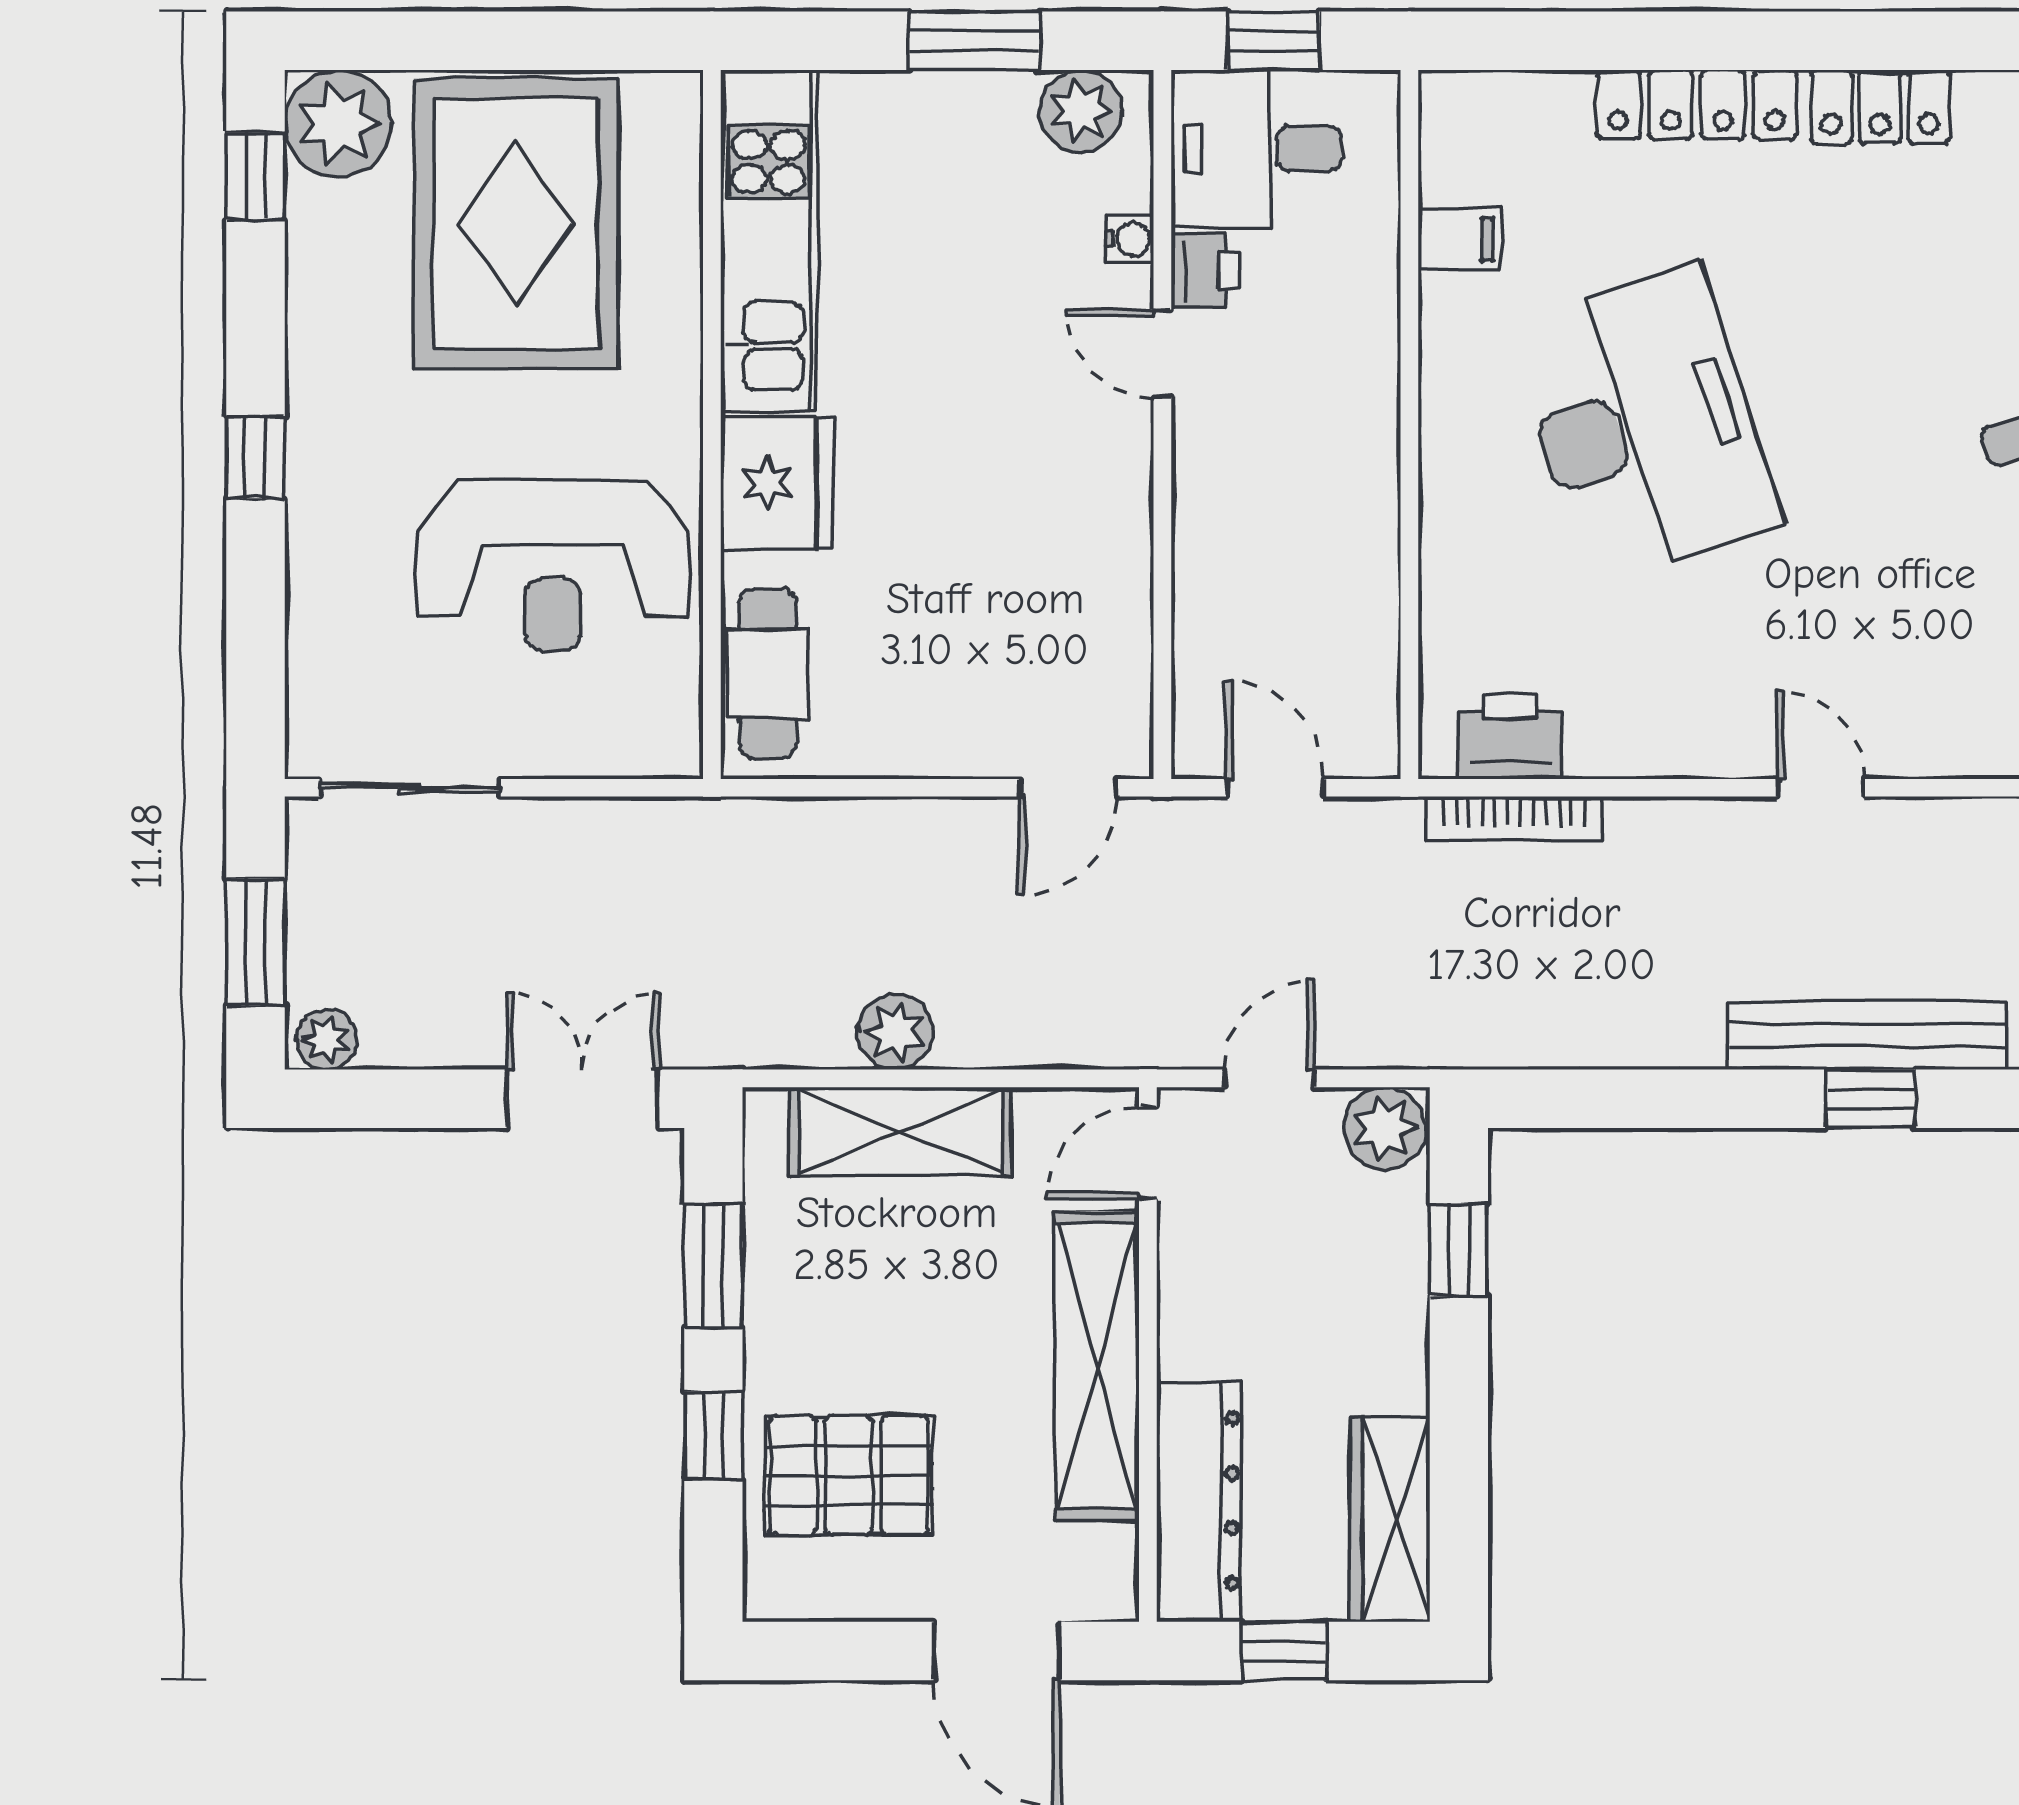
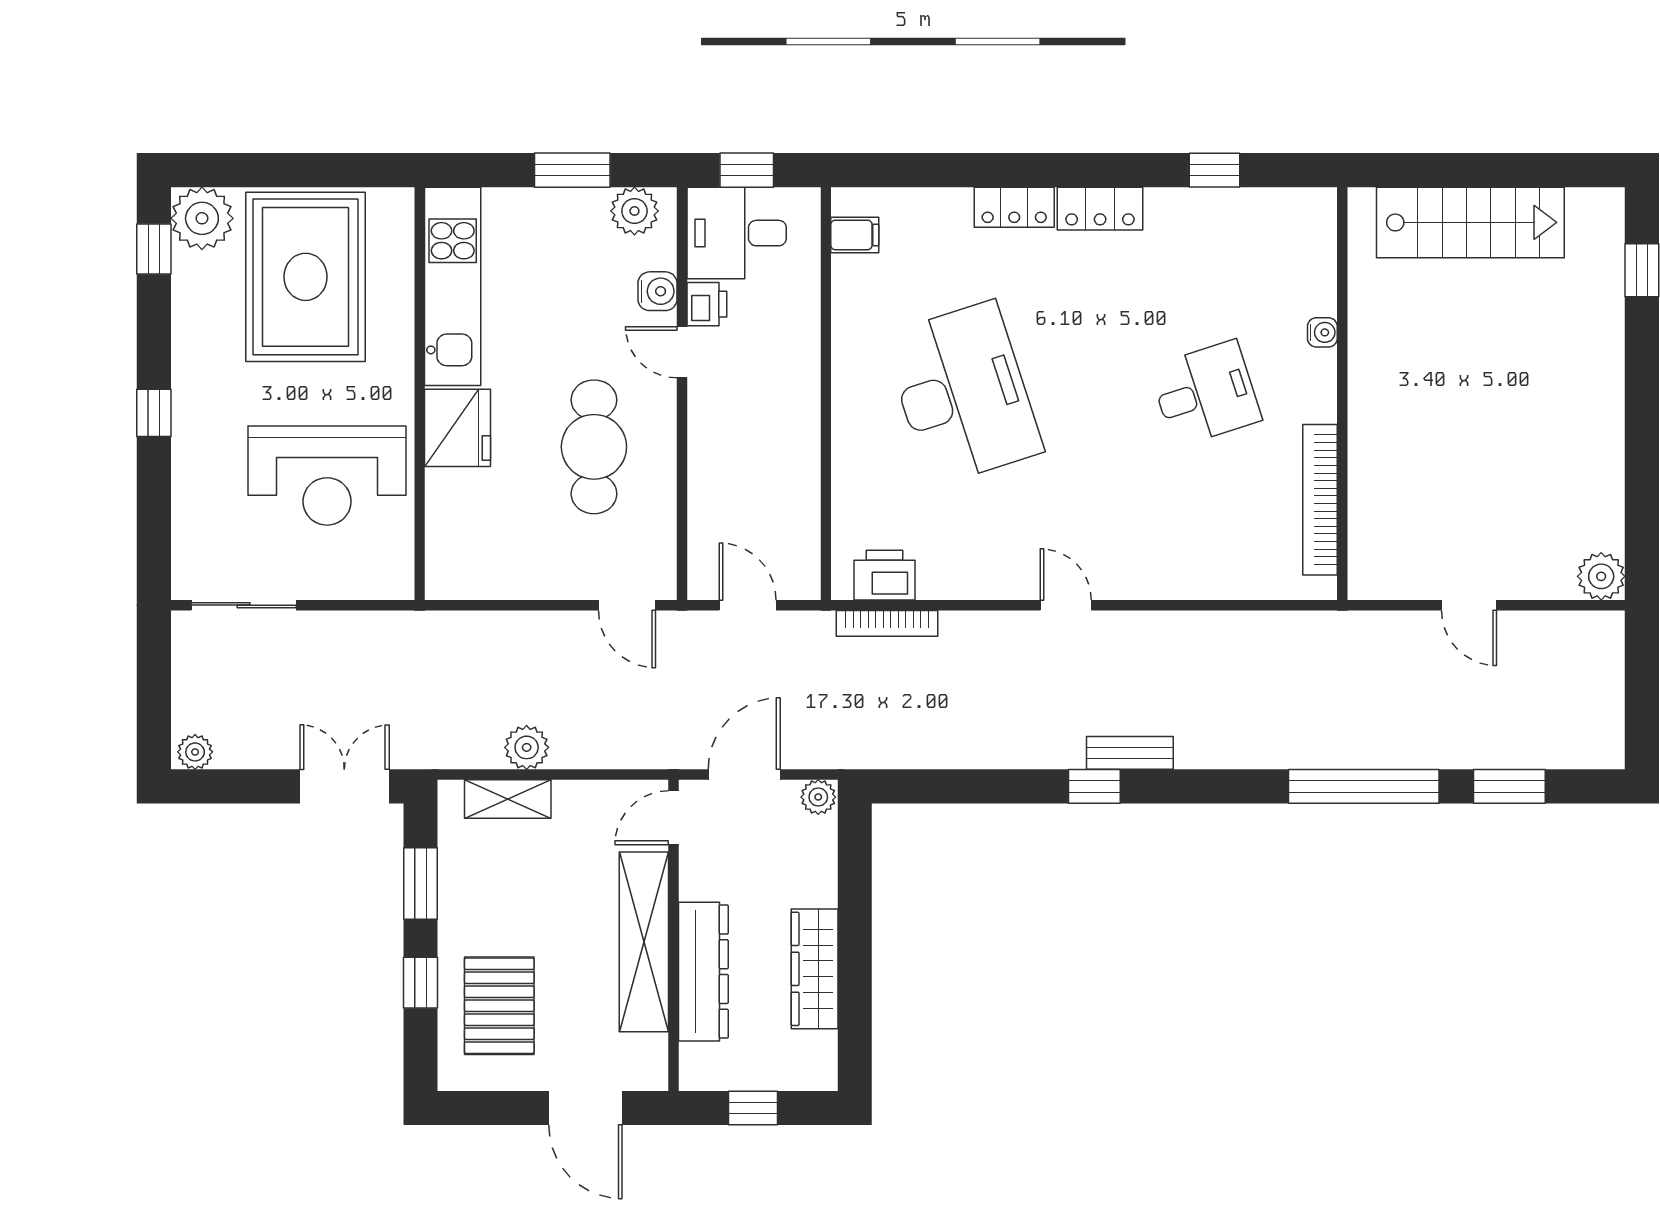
locker: (1697, 104) -> (1014, 207), width x0.66
water cooler: (1129, 239) -> (657, 291), width x1.38, depth x1.38
filing cabinet: (1459, 239) -> (855, 235), moved
cafe table: (768, 673) -> (594, 447), moved, width x1.37, depth x1.35
door: (1068, 788) -> (627, 605), hinge flipped
window: (256, 942) -> (154, 695), removed
bench: (1867, 1035) -> (1130, 753), width x0.54, depth x0.82
door: (1269, 1078) -> (744, 775), width x1.38
plant: (1385, 1128) -> (818, 797), width x0.73, depth x0.73
shelving: (900, 1132) -> (508, 799), width x0.67, depth x0.75
window: (1459, 1250) -> (855, 874), removed
pallet: (849, 1475) -> (499, 1006), turned 90
dresser: (1199, 1501) -> (703, 972), moved
wardrobe: (1390, 1519) -> (815, 969), moved

